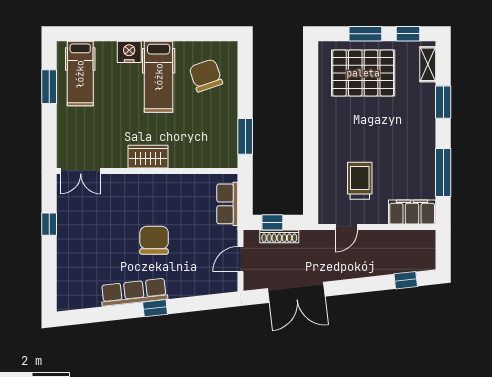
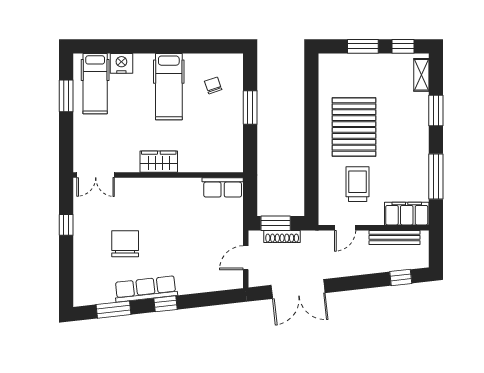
nightstand: (129, 52) -> (121, 63), moved
pallet: (363, 73) -> (354, 127), moved, turned 90
chair: (206, 75) -> (213, 85), width x0.54, depth x0.54
window: (245, 136) -> (250, 107), moved
row of seats: (227, 204) -> (223, 187), moved, turned -90
window: (272, 222) -> (276, 223), width x1.50
bench: (399, 237) -> (394, 237), added
chair: (154, 240) -> (125, 244), moved
window: (100, 314) -> (113, 310), added

